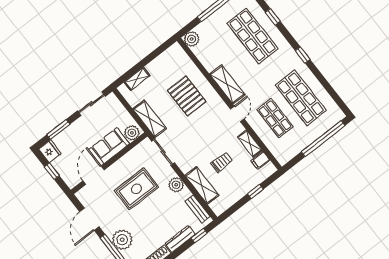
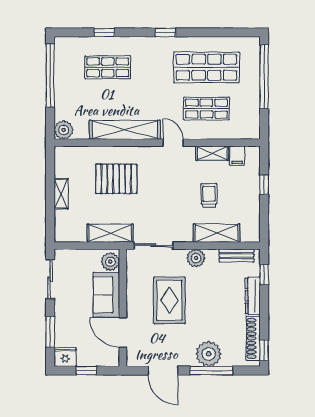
shop shelf: (252, 36) -> (108, 67), width x0.70, depth x0.74
shelving: (137, 79) -> (61, 194), moved
shelving: (227, 84) -> (125, 130), width x1.47

